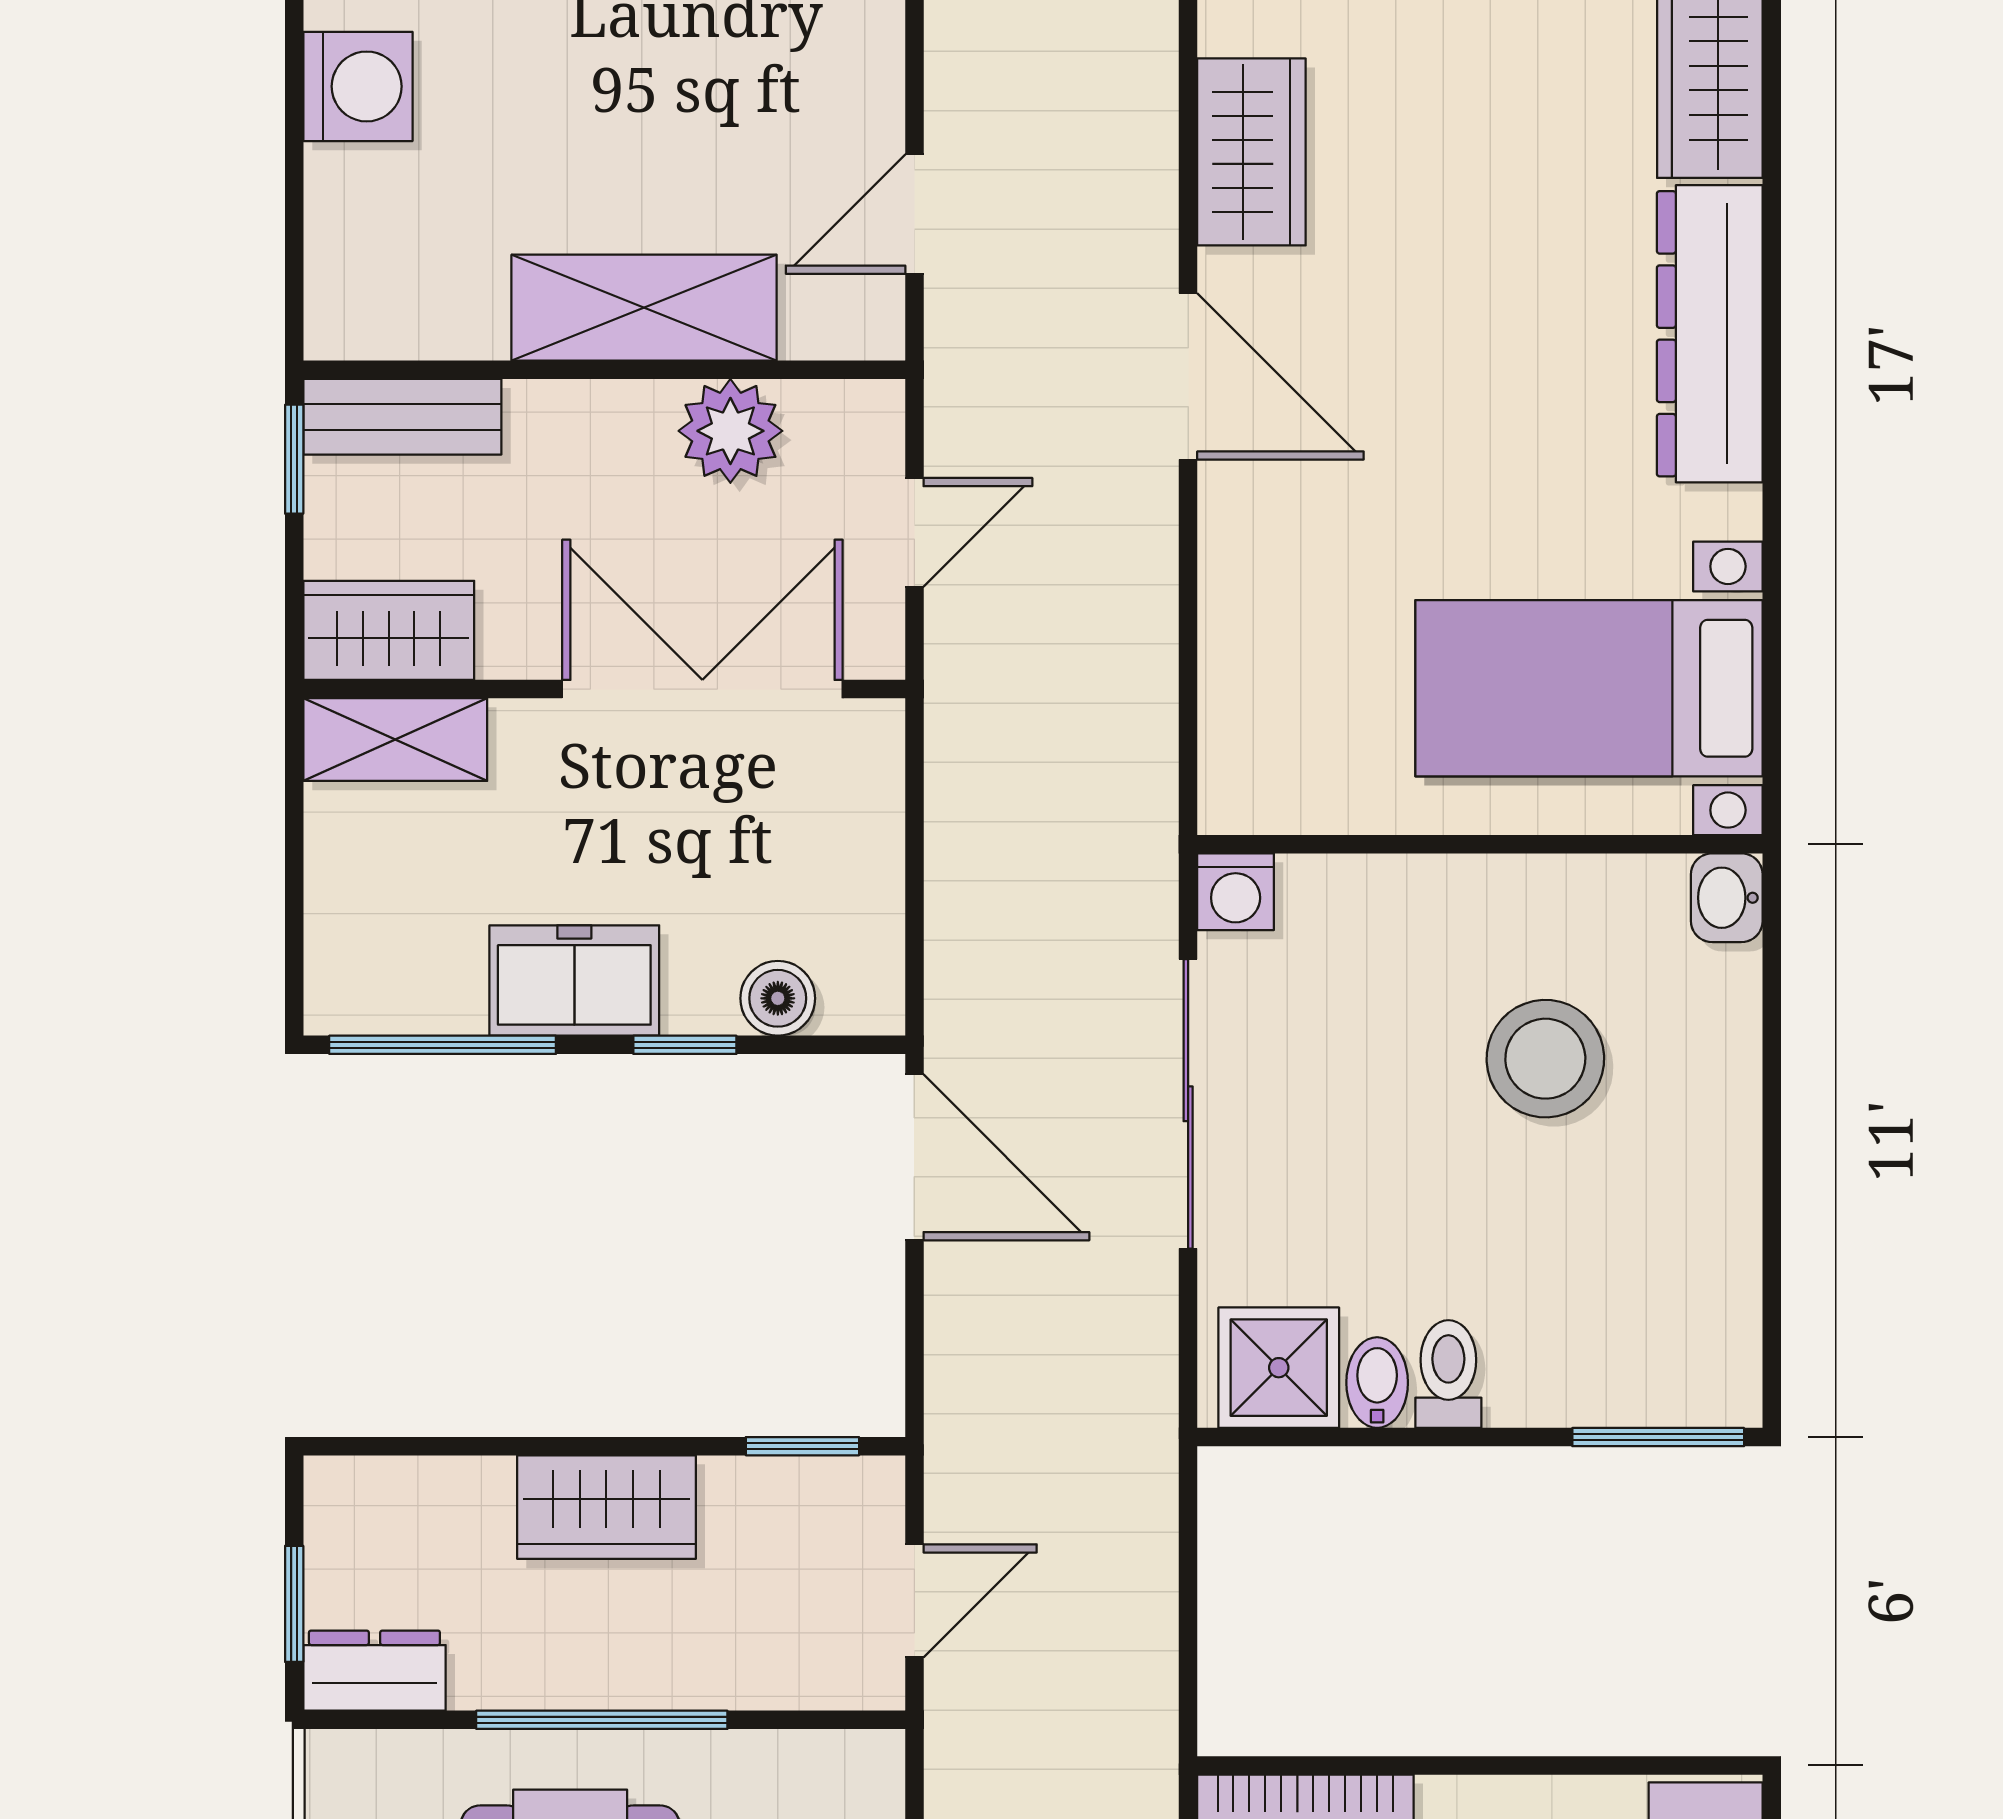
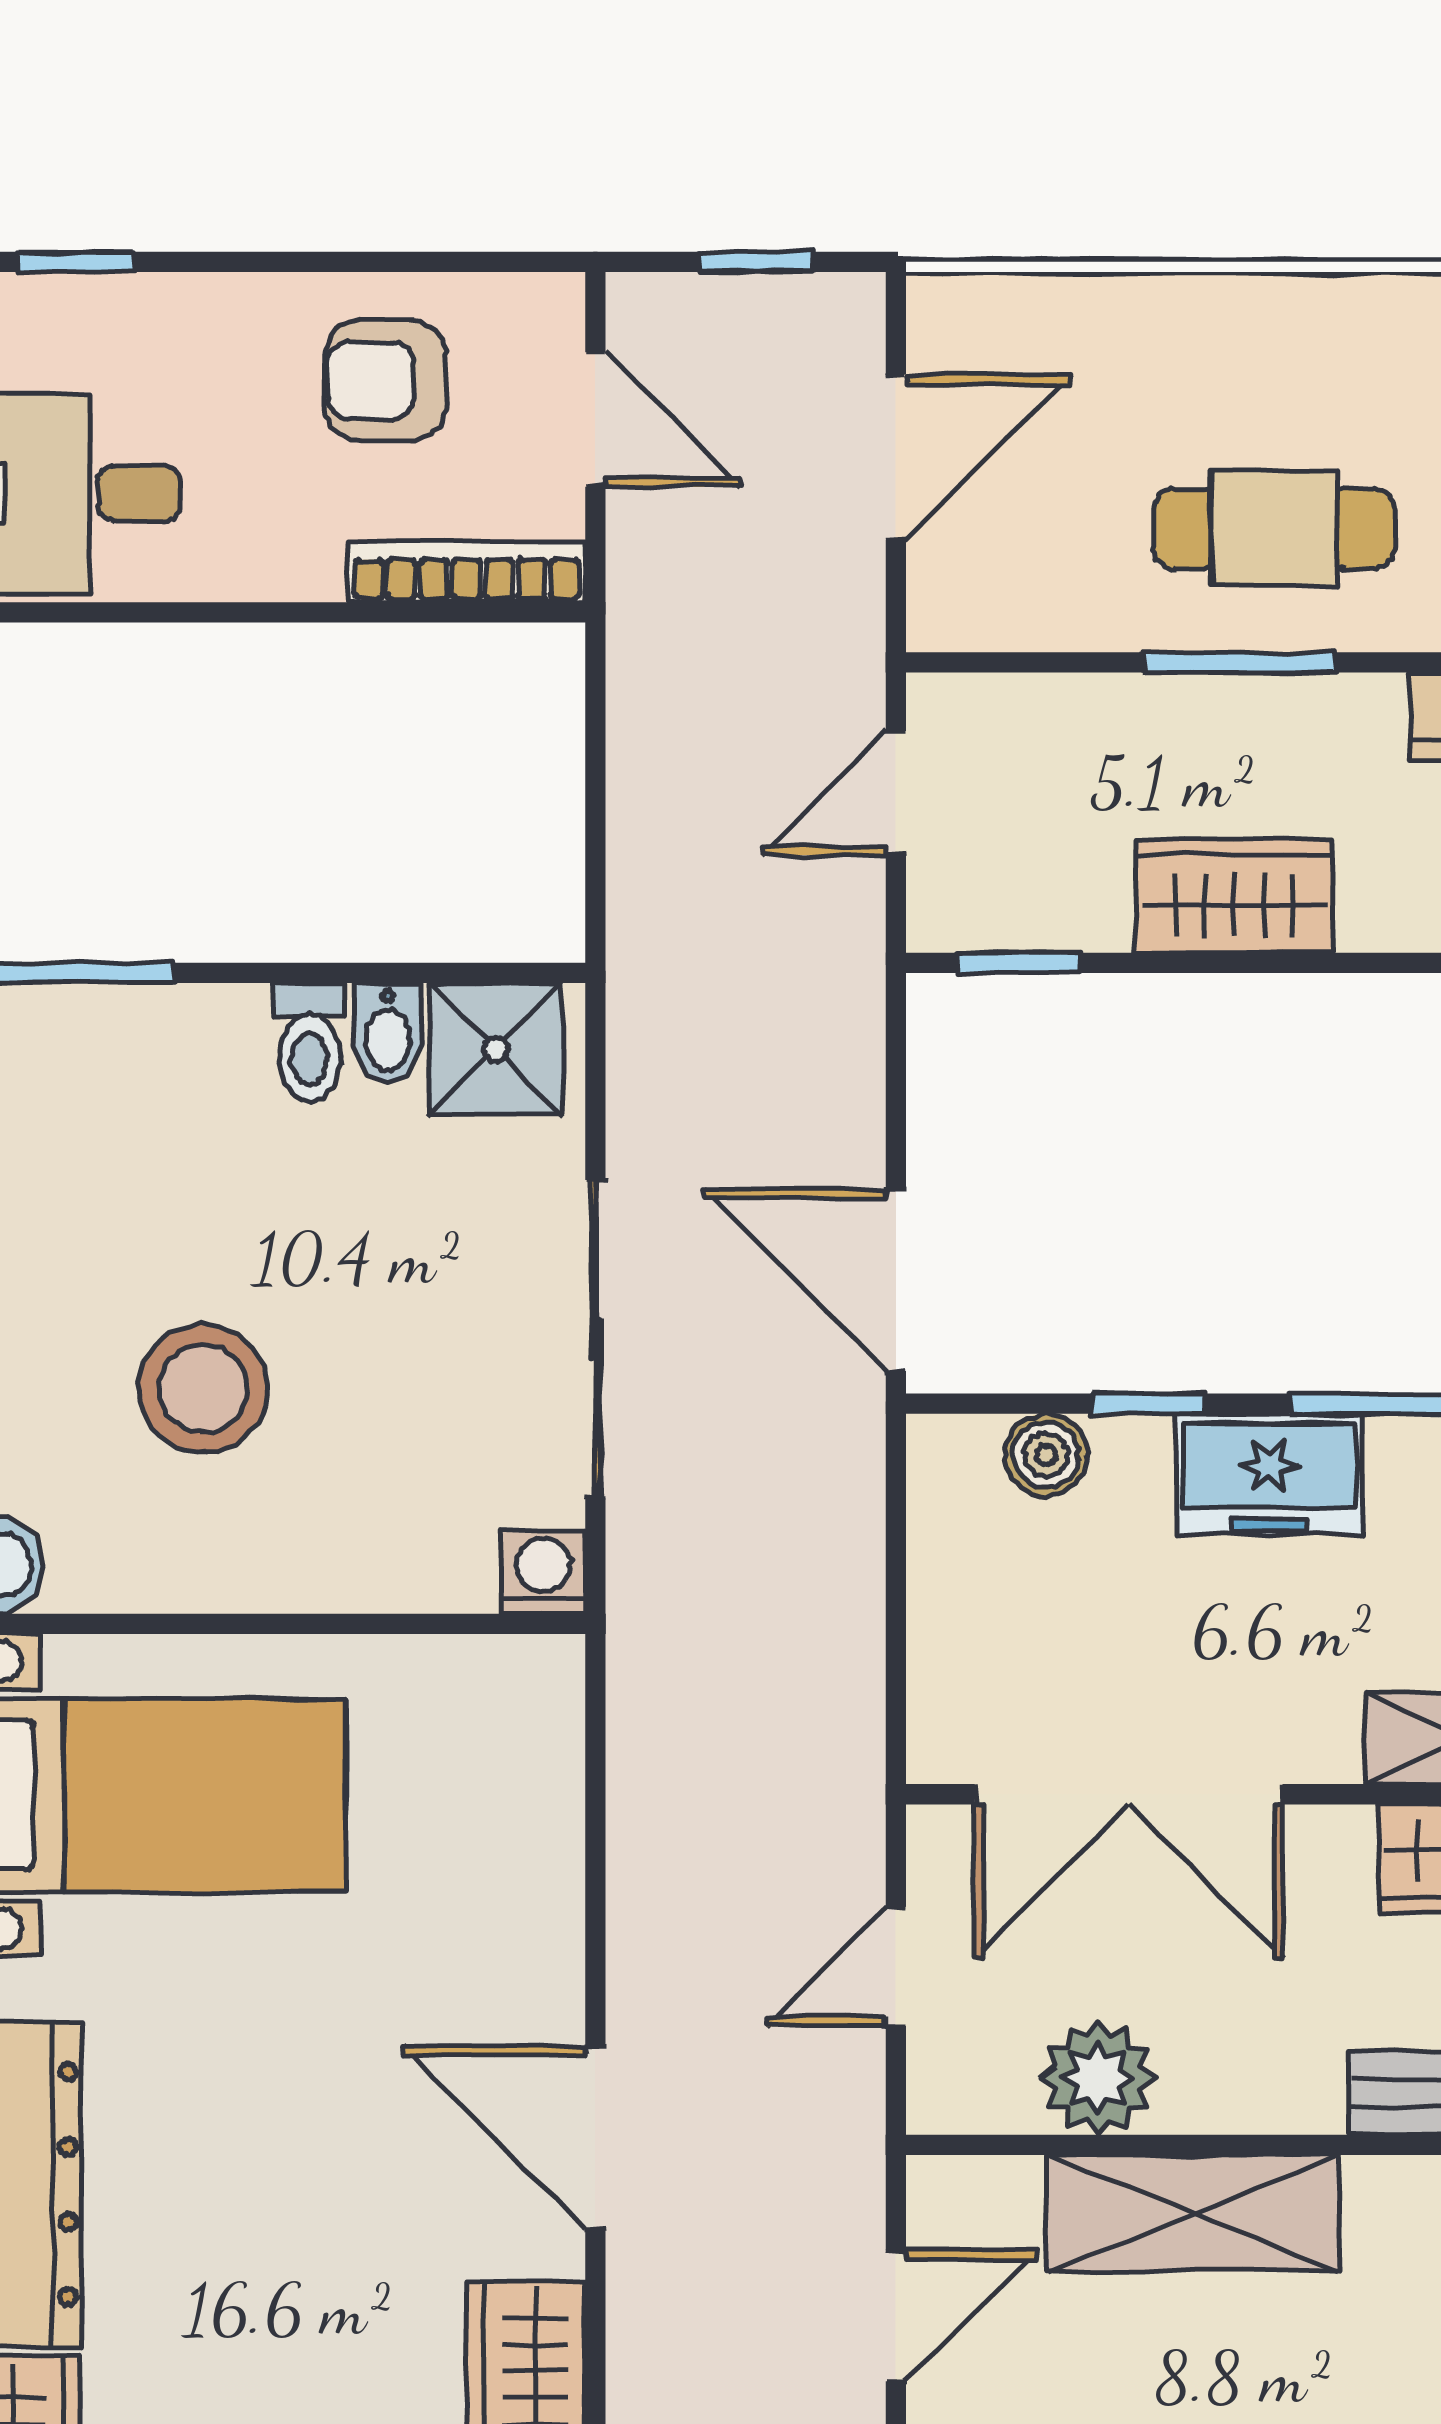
window: (602, 1720) -> (1239, 662), width x0.69

